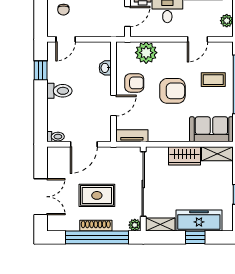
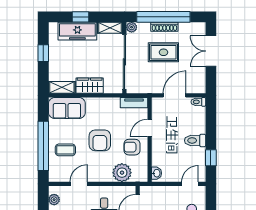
washbasin: (105, 68) -> (156, 173), moved
armchair: (172, 91) -> (100, 140), turned -90

